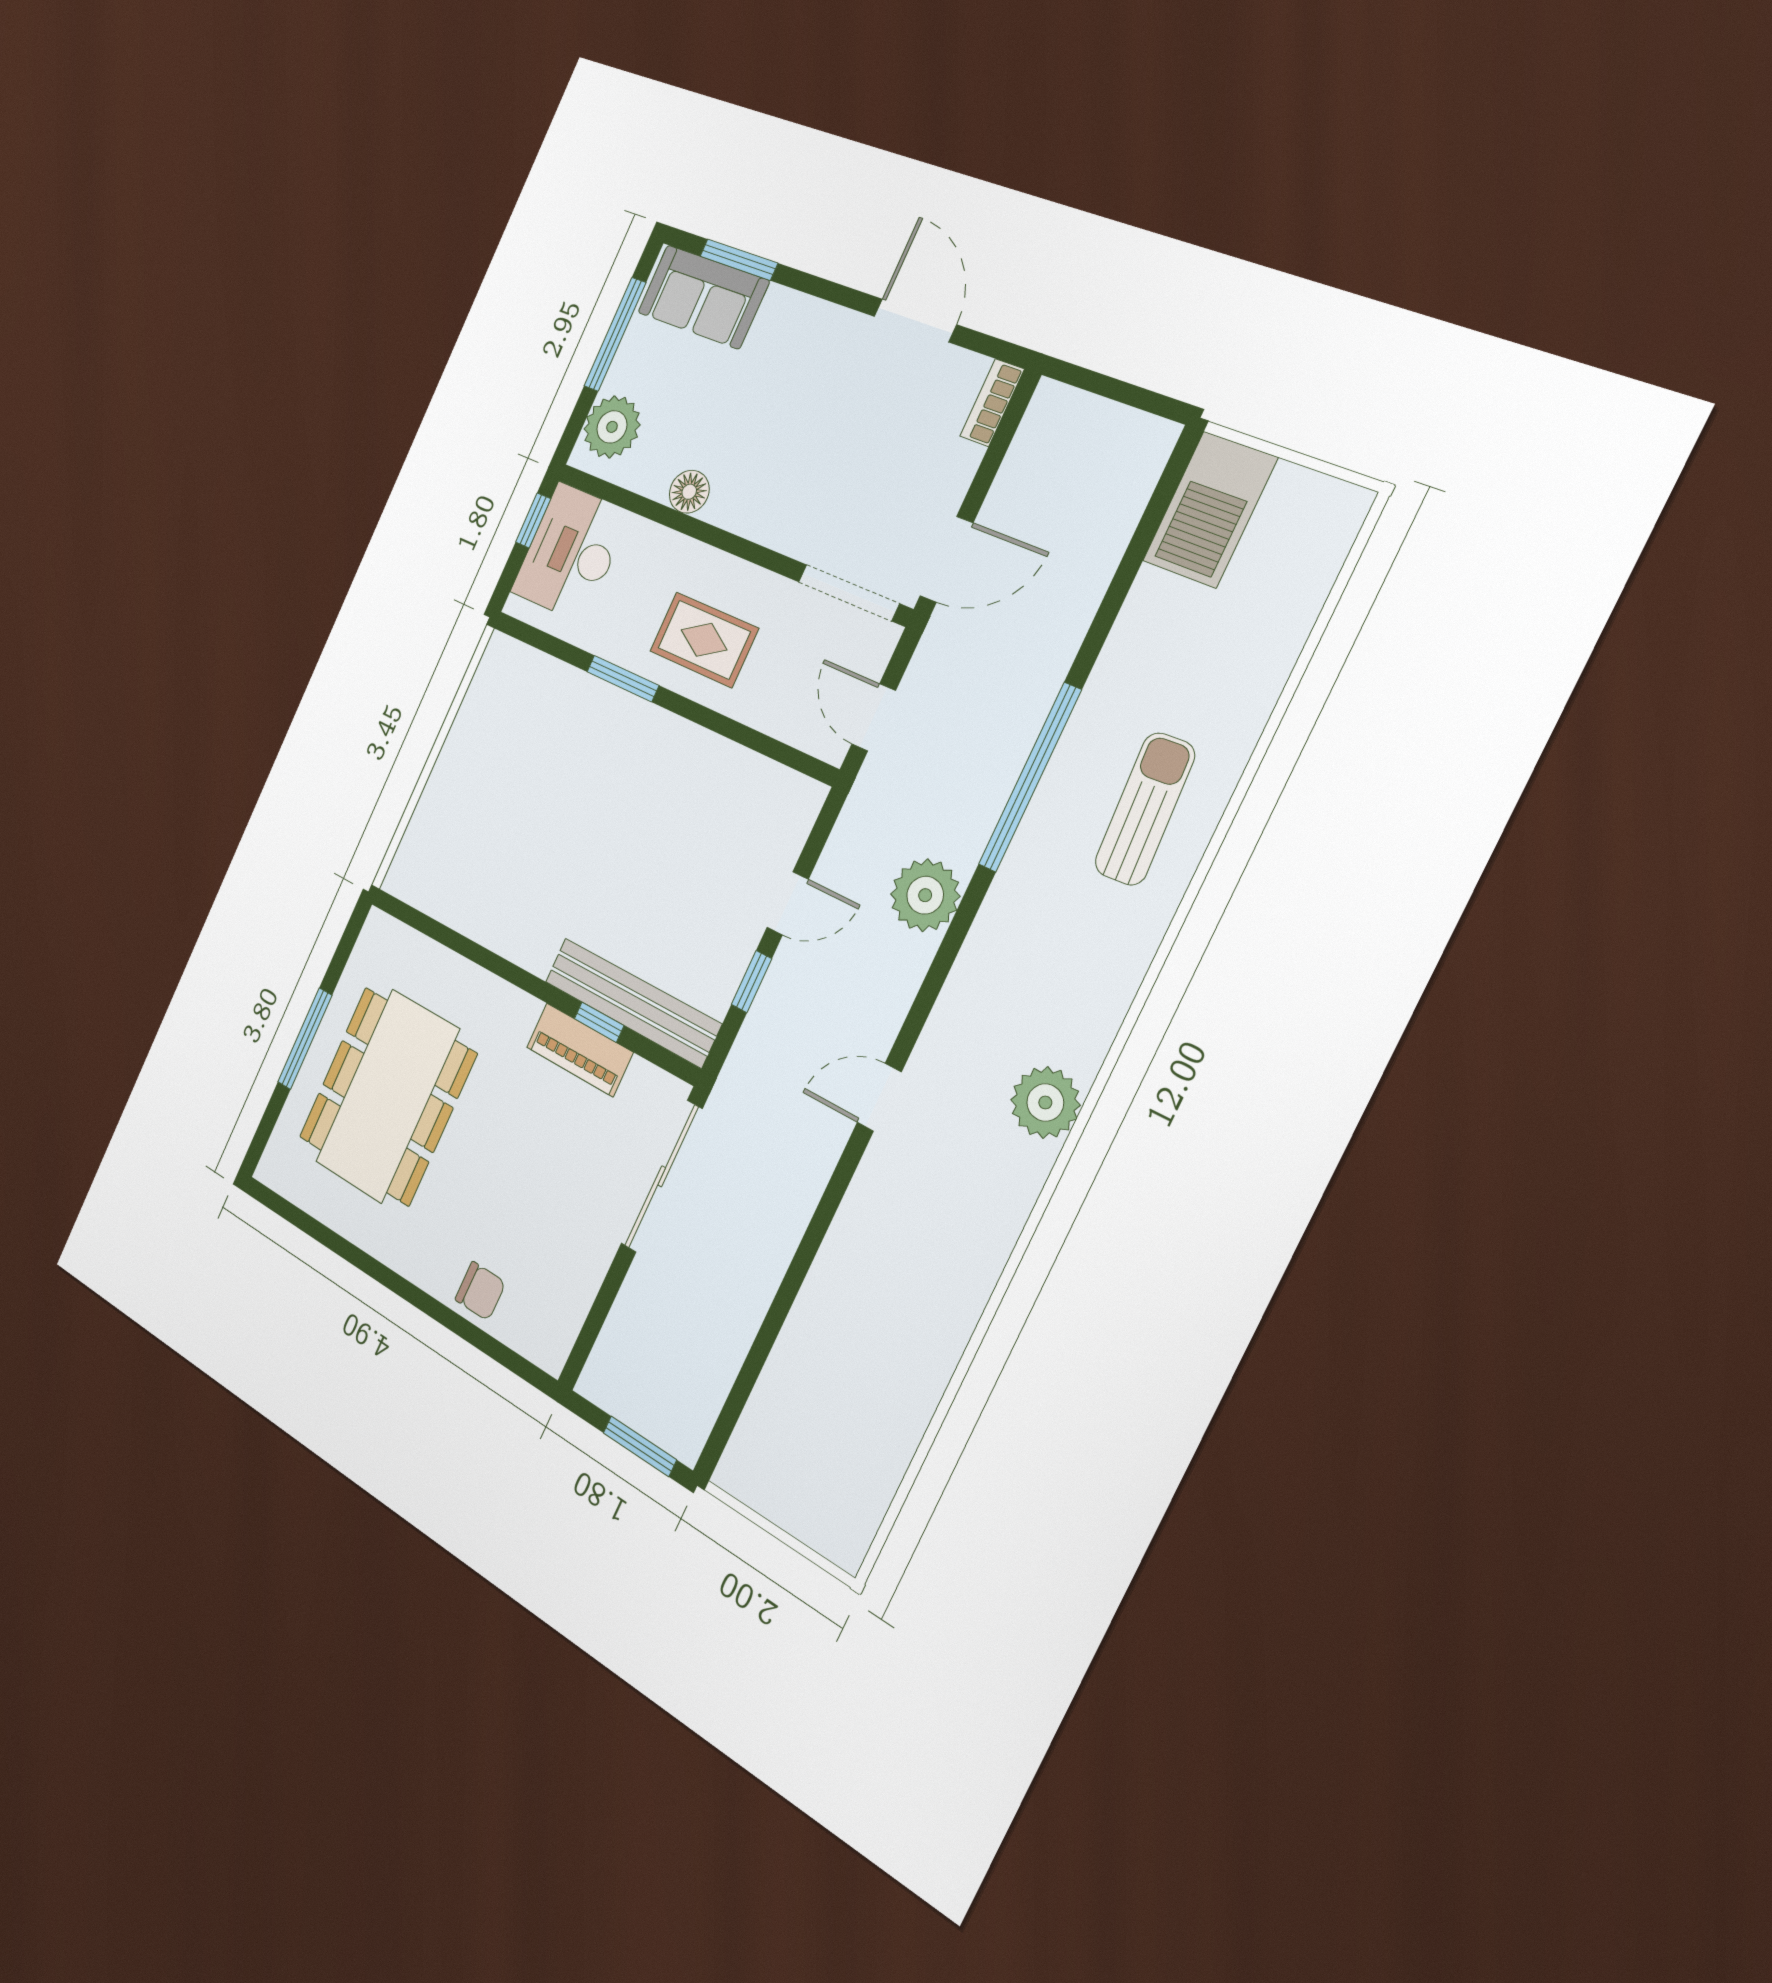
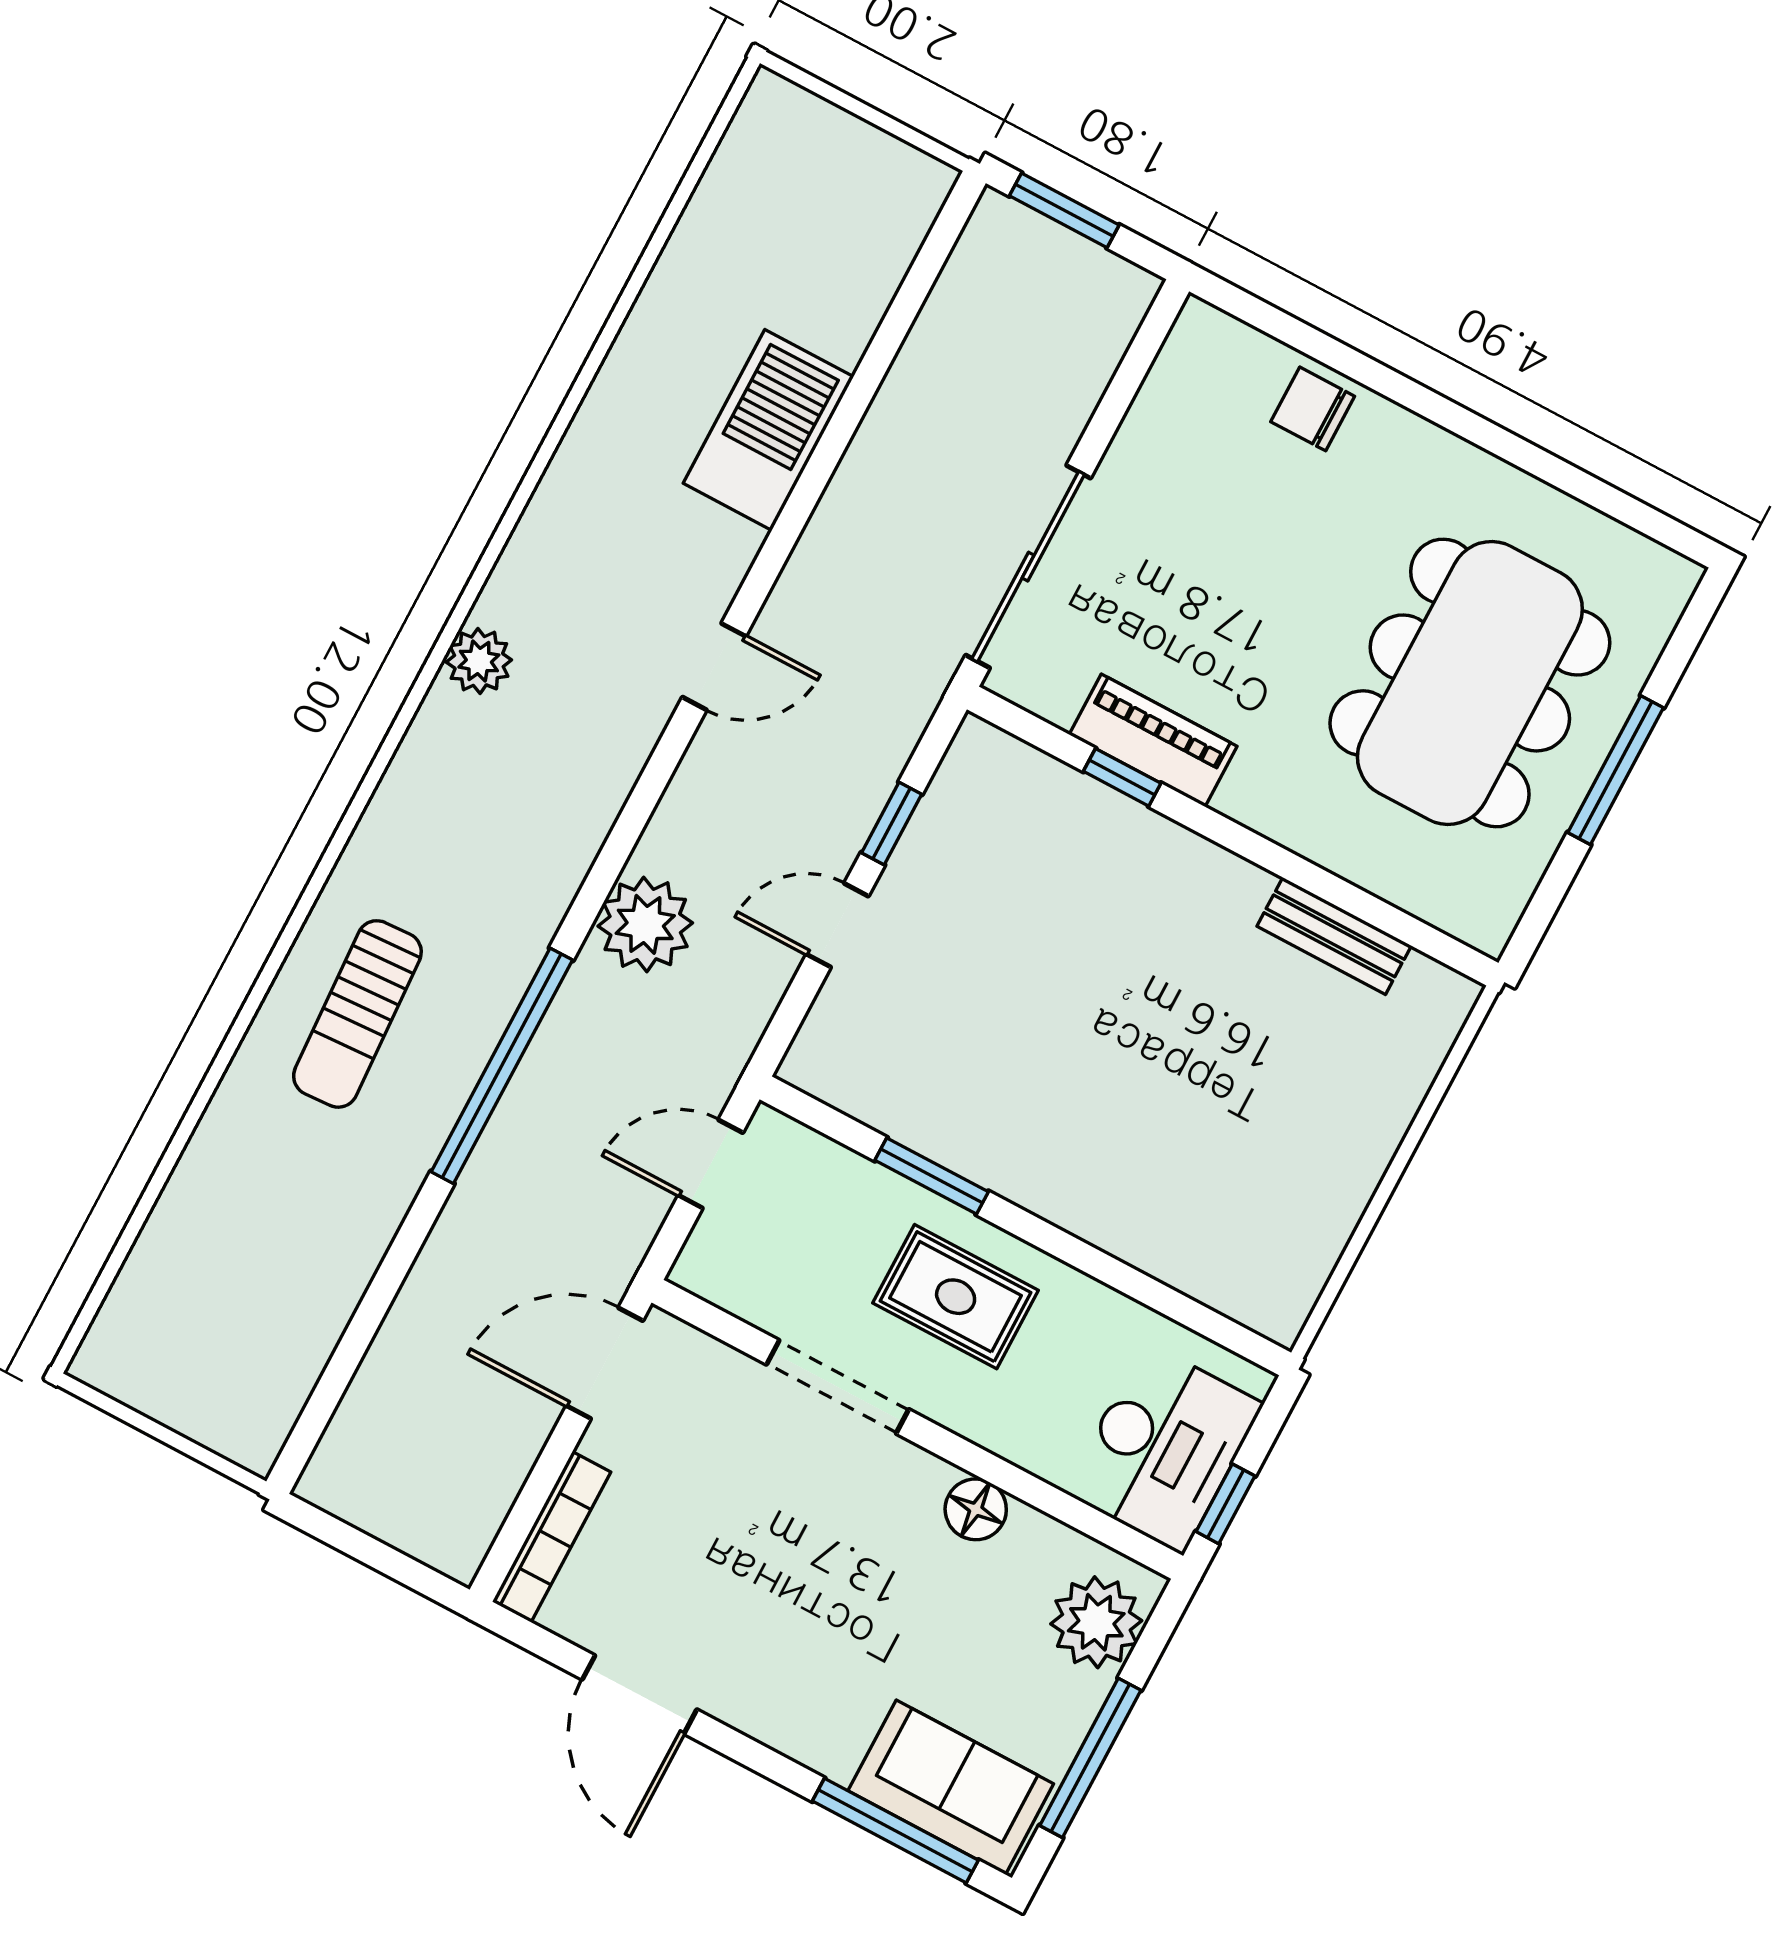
window: (739, 260) -> (895, 1831), width x1.44
bookcase: (992, 403) -> (552, 1537), width x1.56
barbecue: (1210, 509) -> (768, 430), moved
doorway: (849, 593) -> (838, 1387), moved
window: (623, 679) -> (932, 1176), moved
door: (874, 717) -> (711, 1164), swing flipped
bench: (632, 1002) -> (1334, 936), moved, width x0.54, depth x0.82
plant: (1045, 1103) -> (479, 661), width x0.73, depth x0.73

